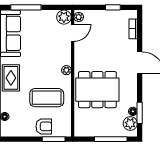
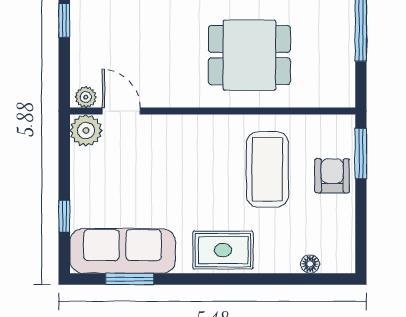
window: (26, 7) -> (64, 216), width x0.46
plant: (66, 70) -> (205, 125), removed
dining table: (97, 90) -> (249, 55), width x0.73

